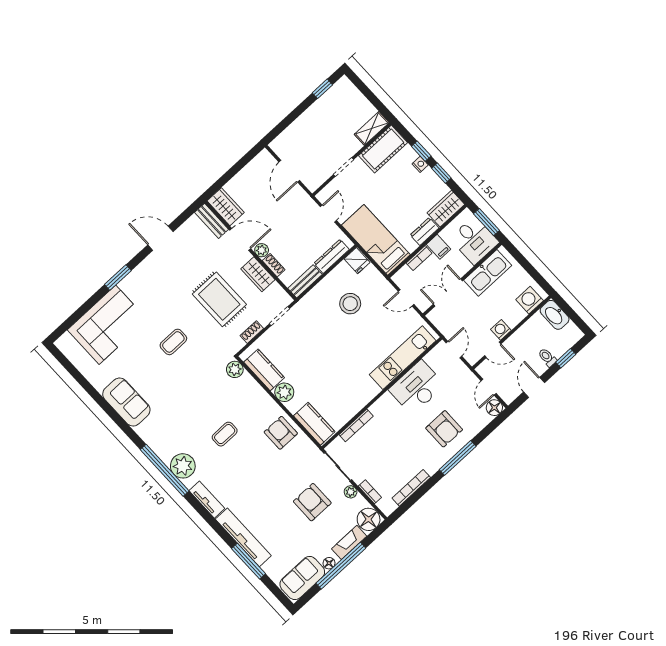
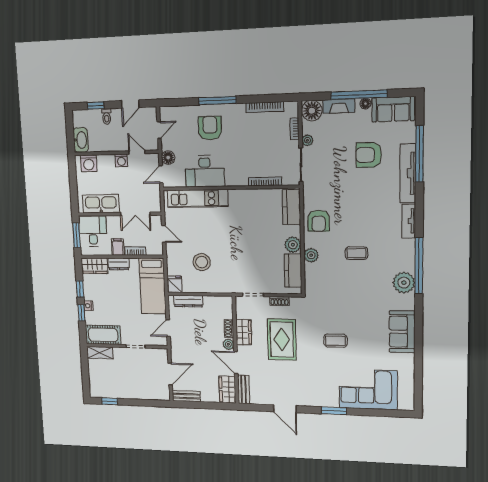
bench: (305, 281) -> (186, 396), moved
plant: (235, 369) -> (311, 255), moved
floor lamp: (494, 408) -> (168, 158), moved
plant: (183, 466) -> (404, 283), moved
armchair: (312, 502) -> (369, 155), moved, turned 90
window: (248, 561) -> (419, 154), width x1.46

